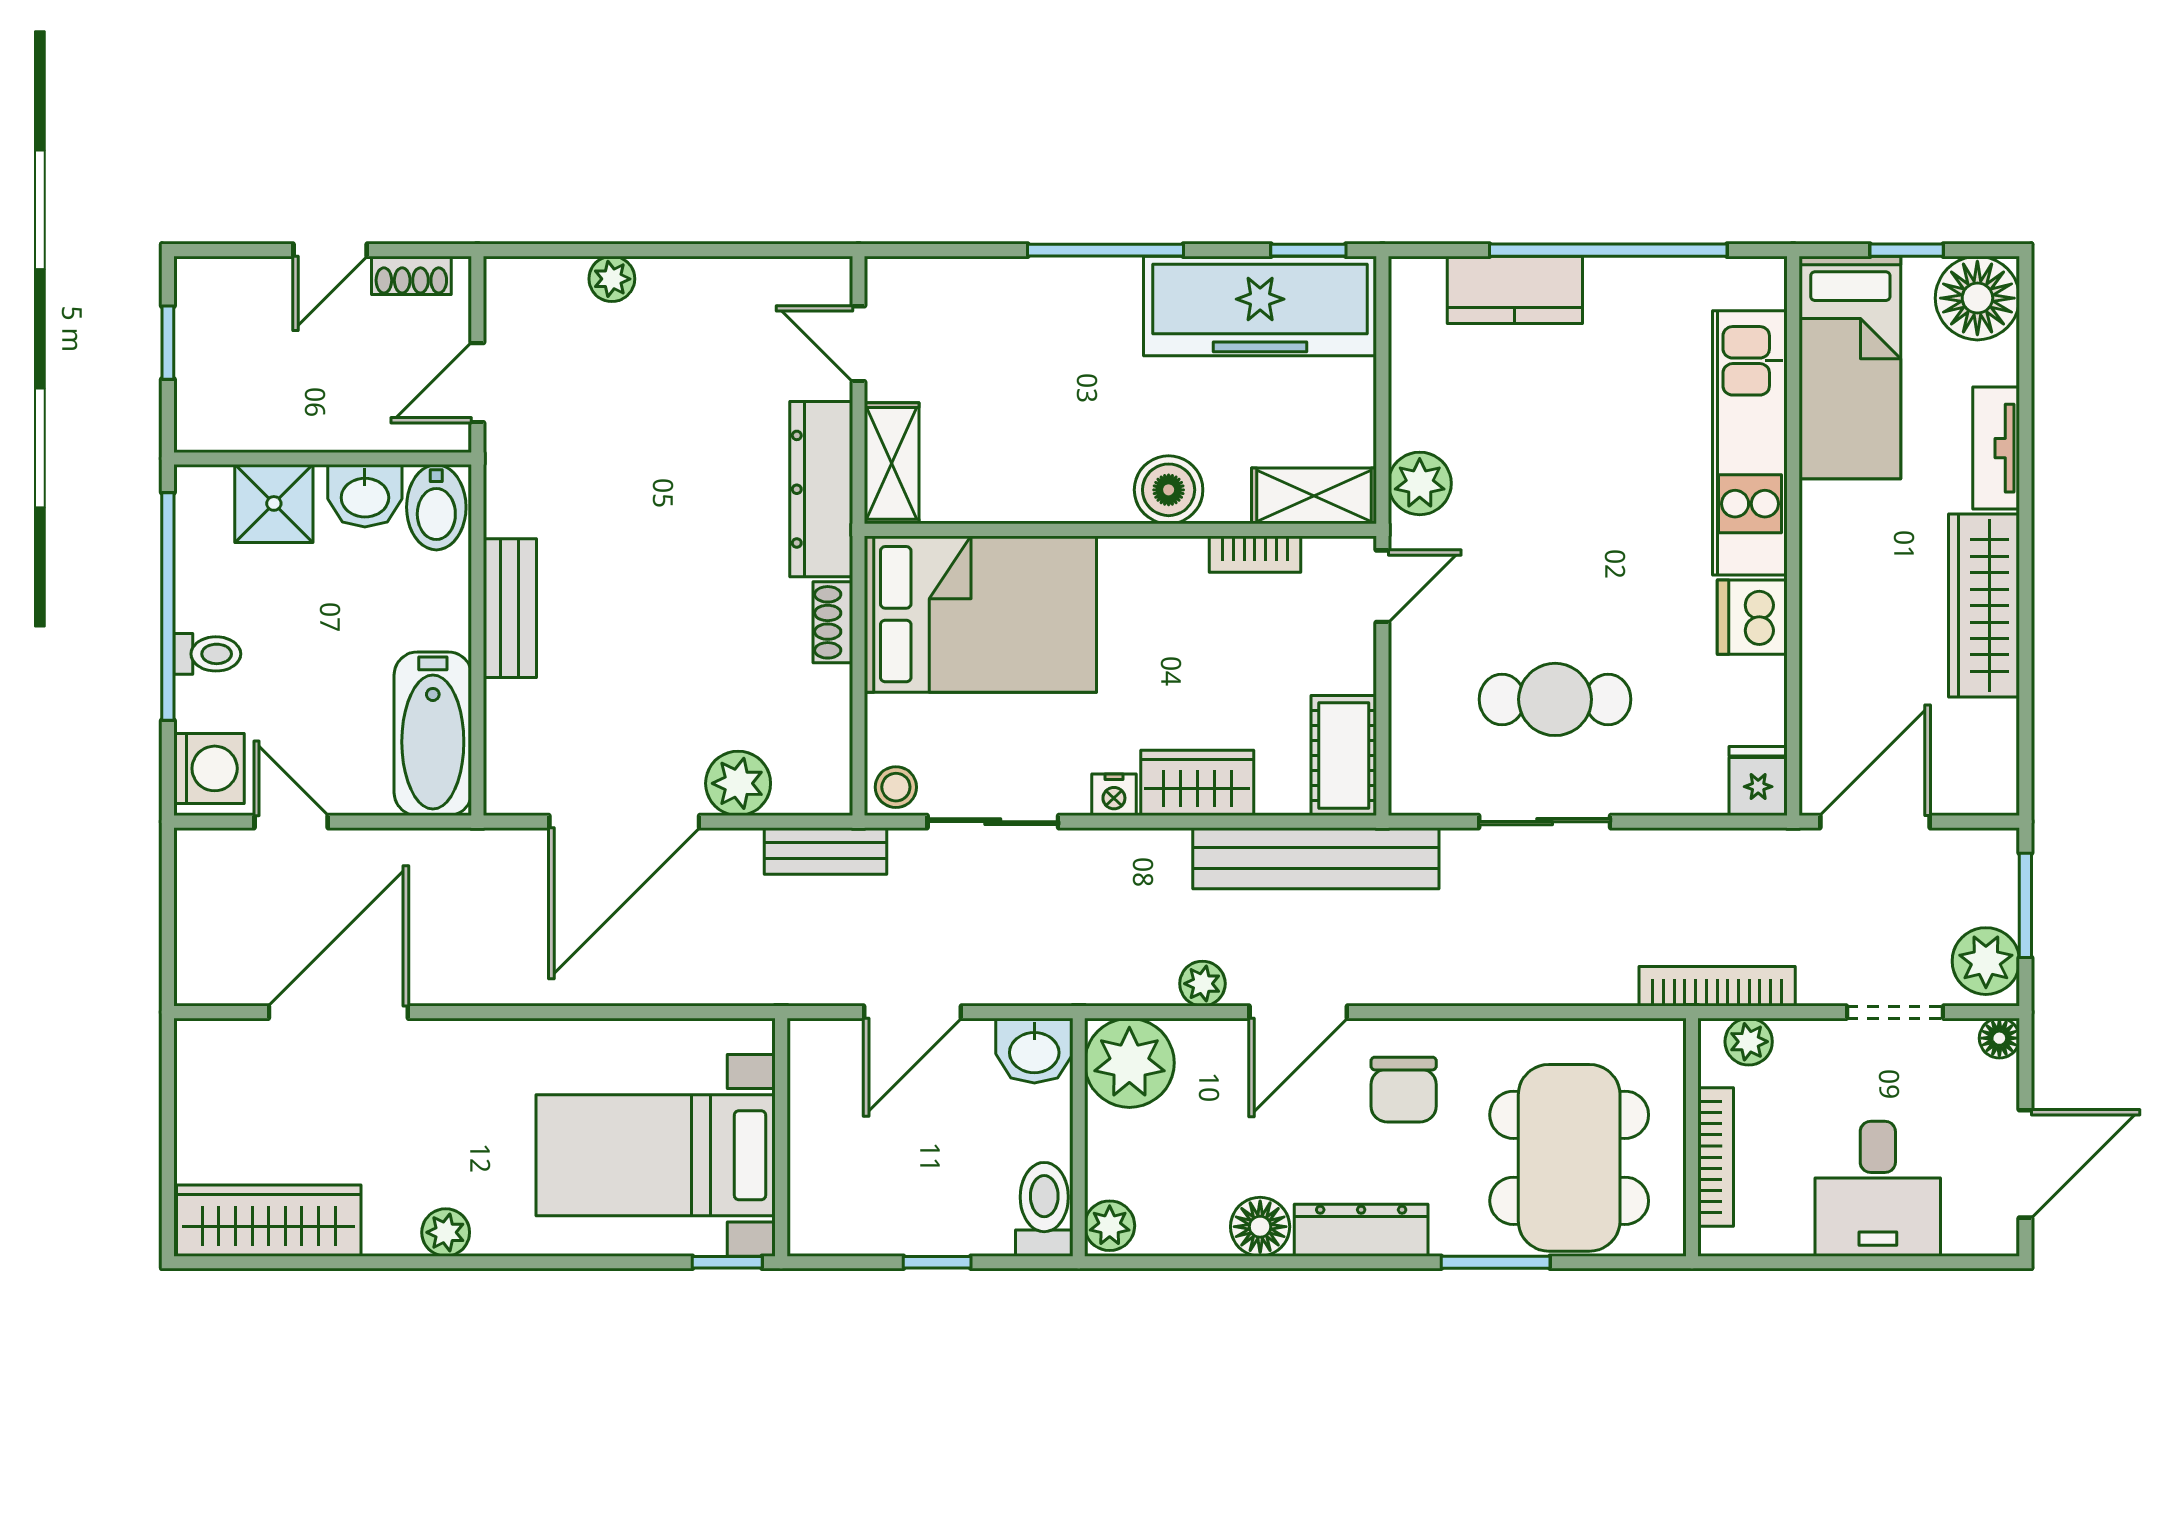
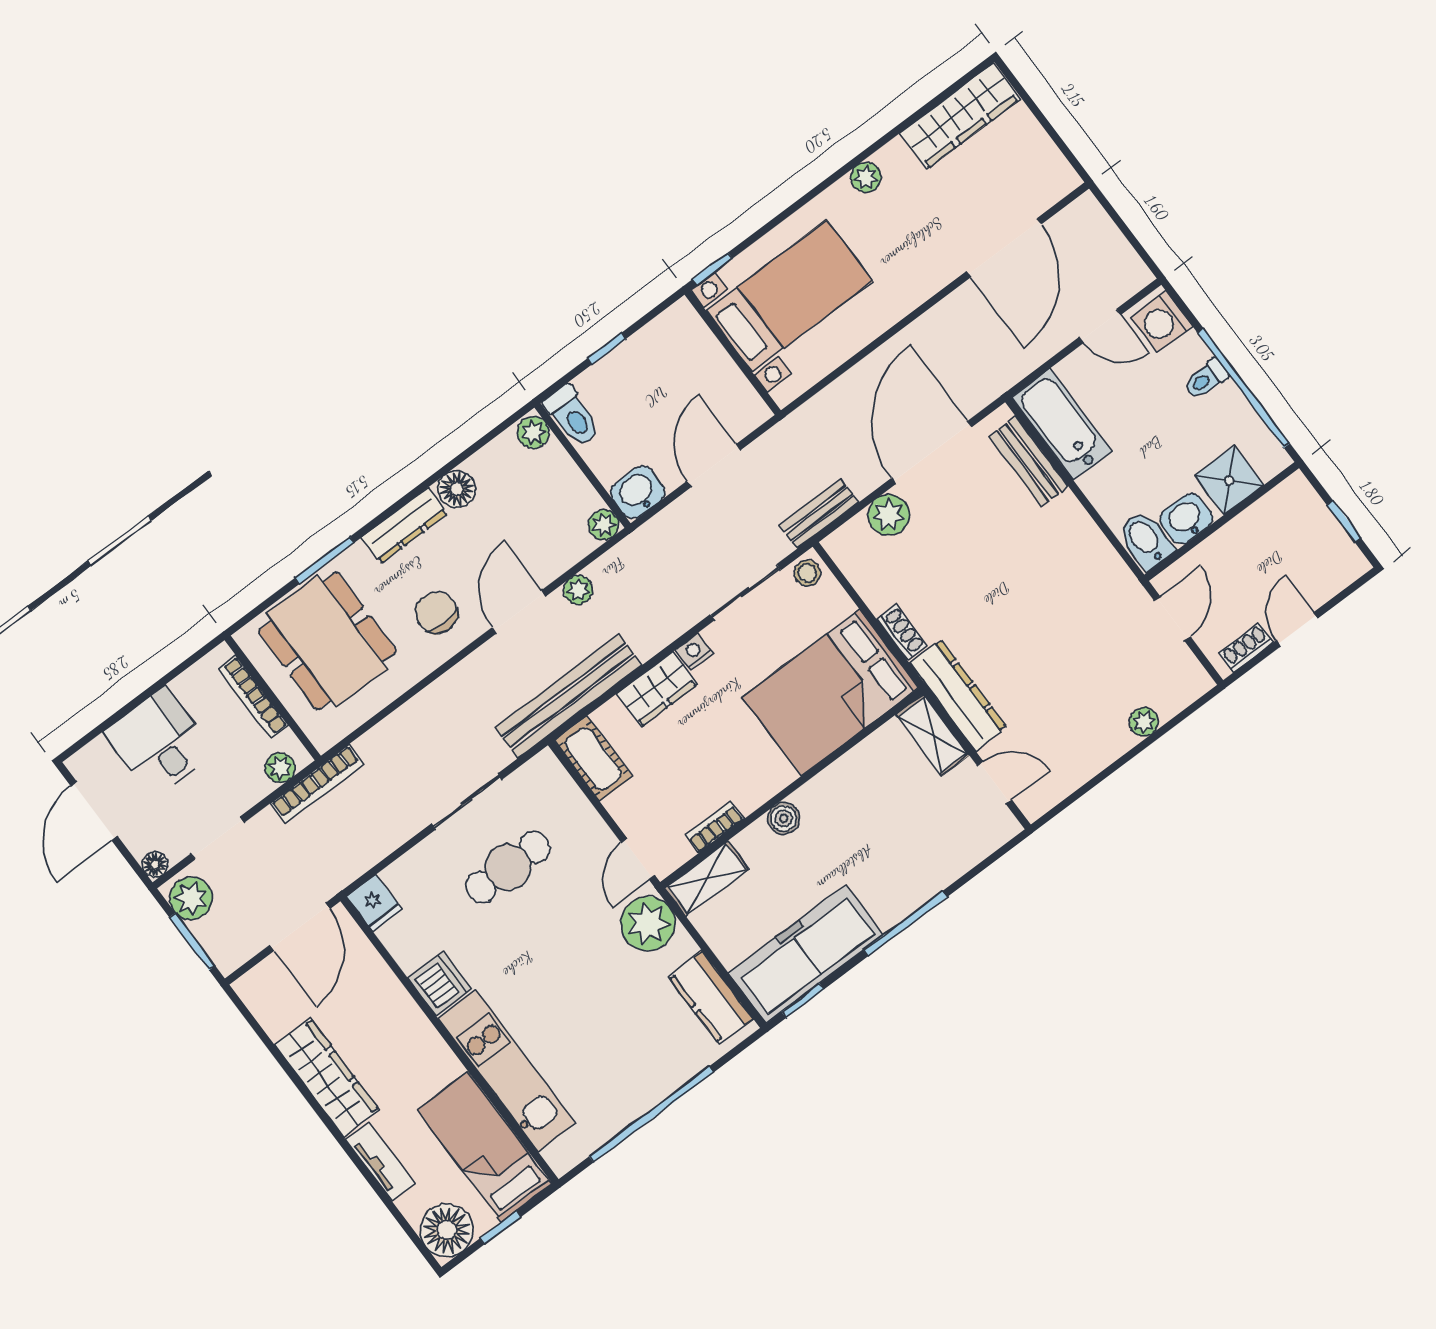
kitchen counter: (1515, 290) -> (711, 998), moved, turned -90
plant: (1420, 483) -> (648, 924), width x1.36, depth x1.36
boiler: (1169, 490) -> (784, 818), width x0.73, depth x0.73
bench: (510, 608) -> (1029, 462), moved
plant: (1129, 1063) -> (603, 525), width x0.53, depth x0.53

